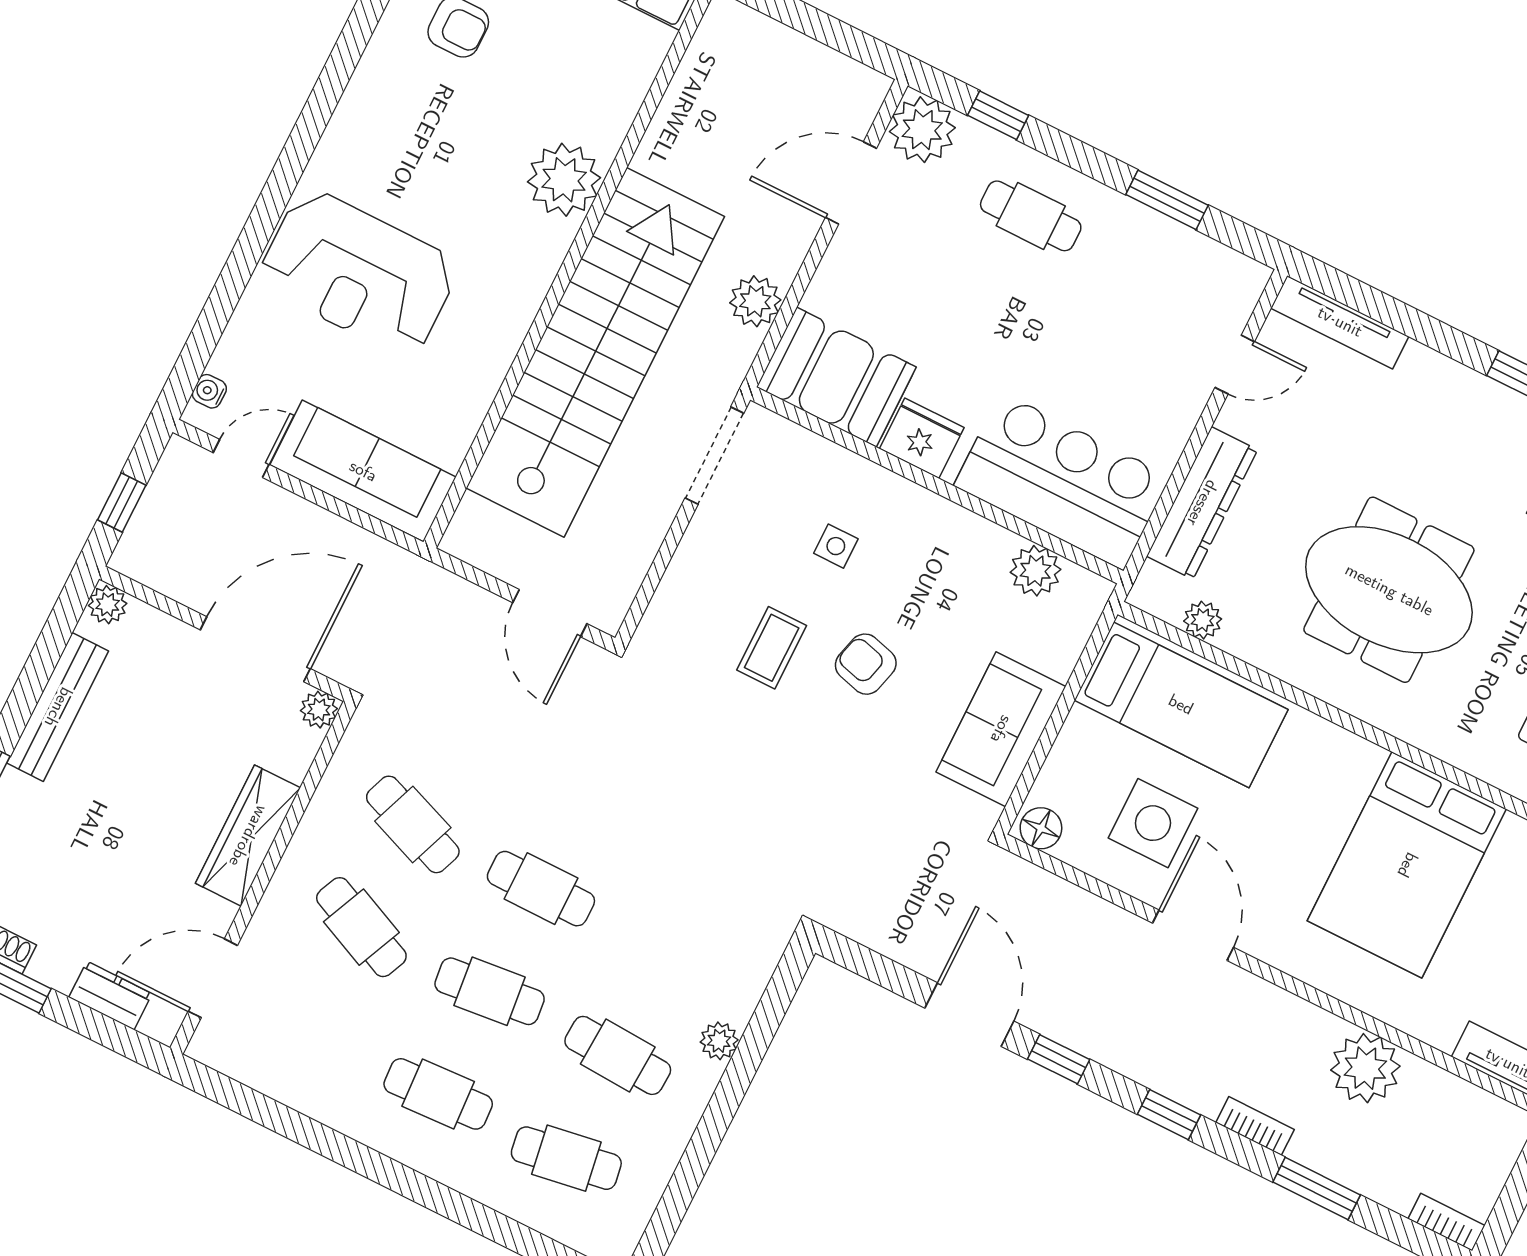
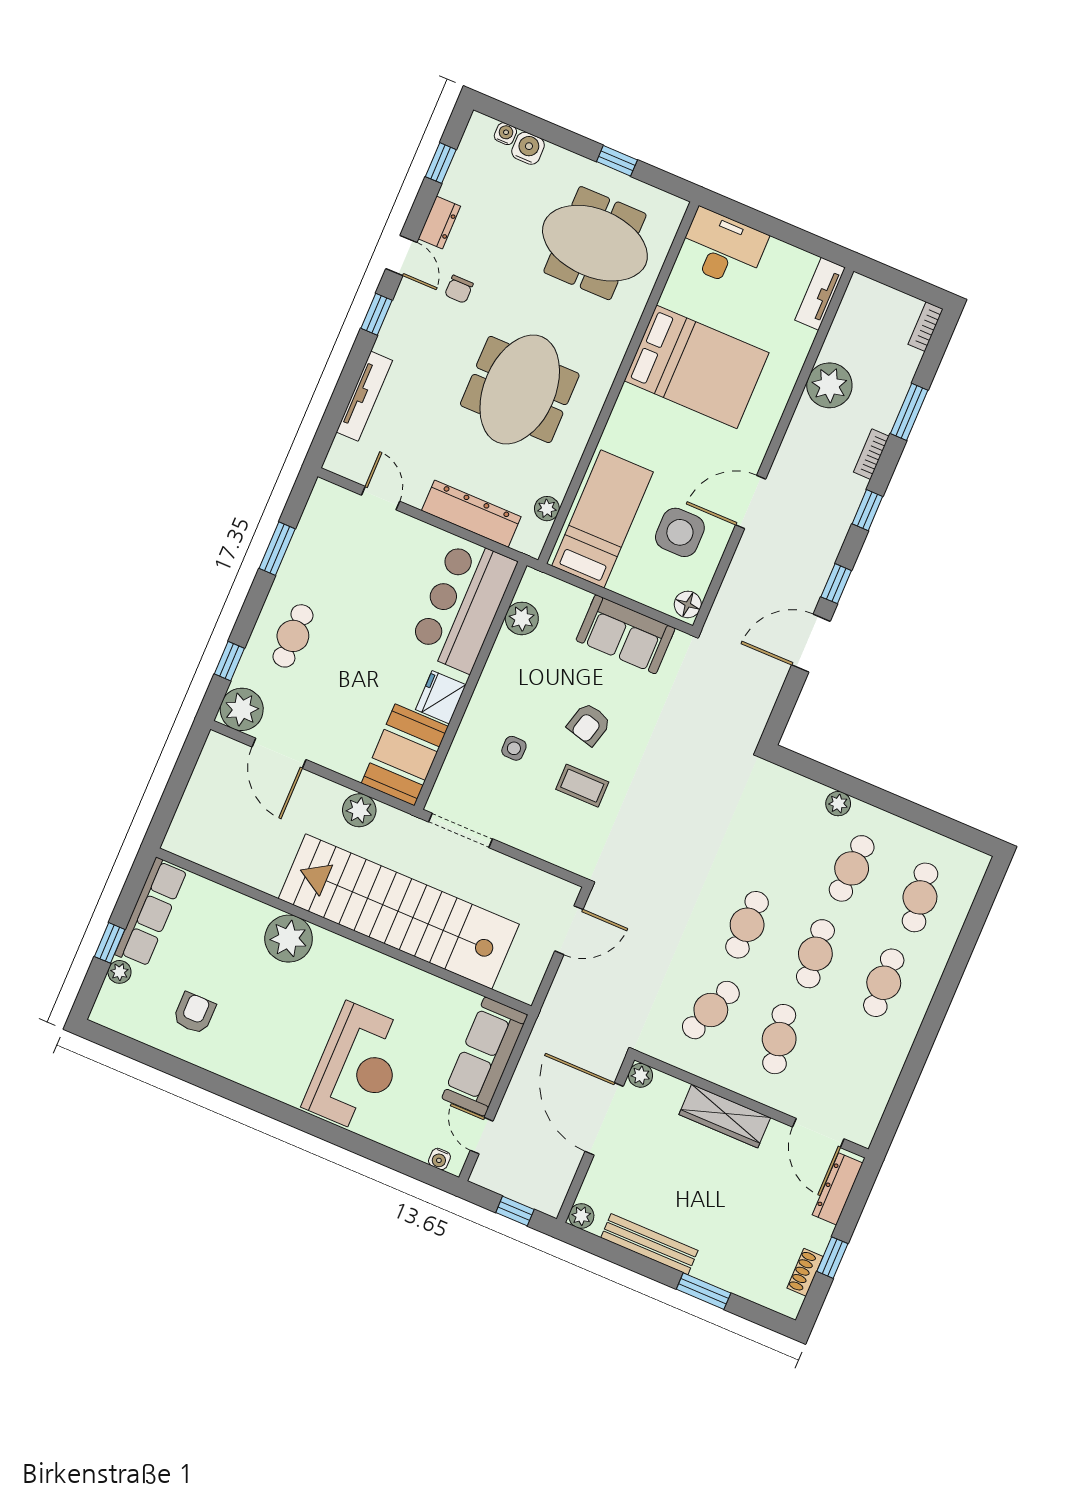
tv unit: (1340, 322) -> (364, 396), moved
cafe table: (361, 927) -> (779, 1039), turned -36
dresser: (110, 995) -> (838, 1189), width x1.44

